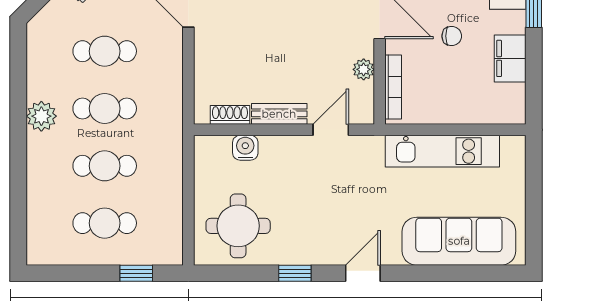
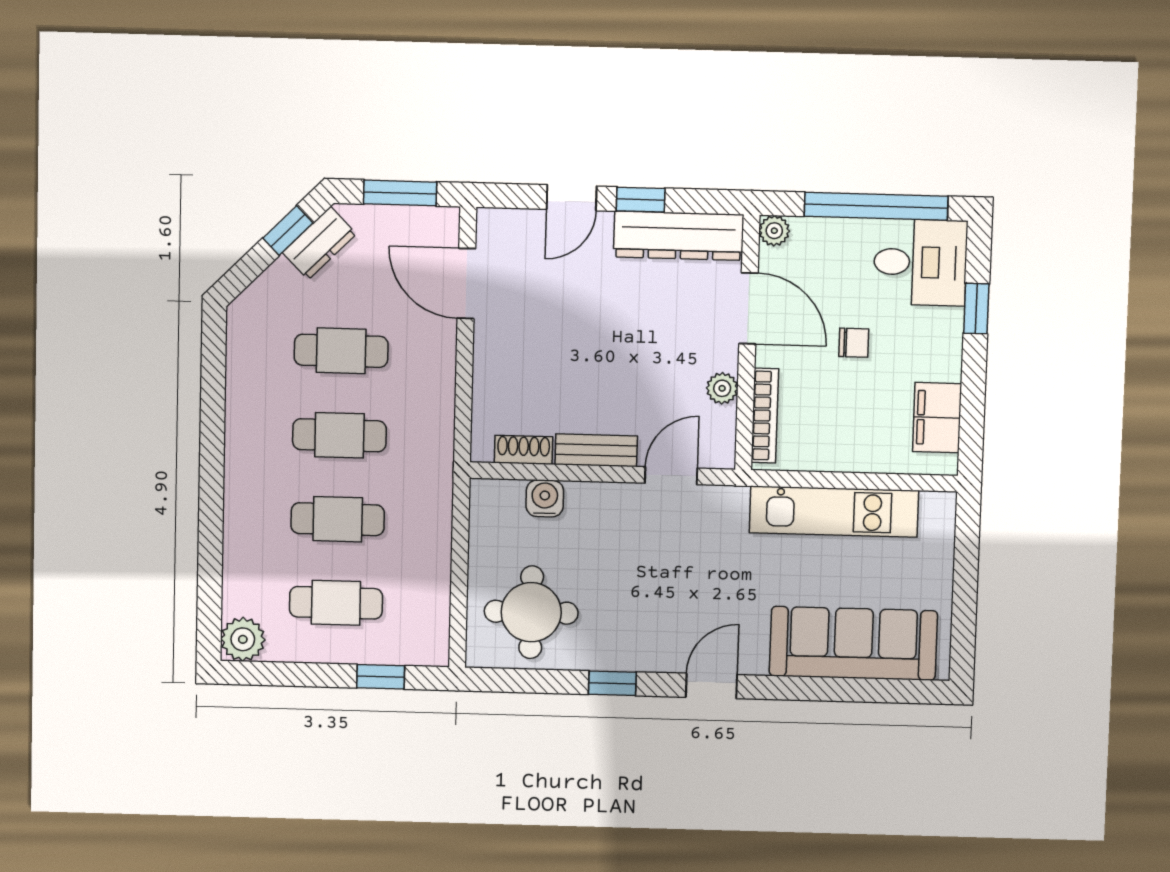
filing cabinet: (510, 58) -> (937, 418), moved
plant: (41, 116) -> (243, 639), moved

